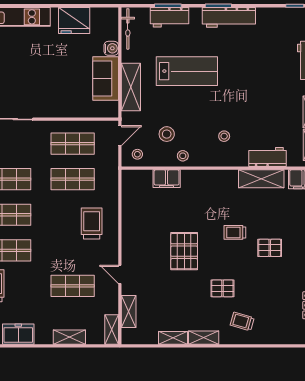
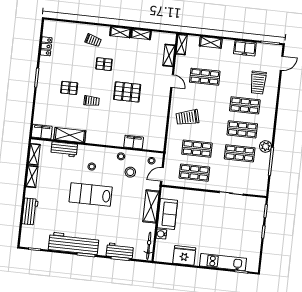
workbench: (229, 17) -> (74, 243), width x1.36, depth x1.32
lab bench: (187, 71) -> (91, 194), moved
trolley: (92, 223) -> (187, 117), turned 76
pallet: (184, 251) -> (127, 92), turned 90

